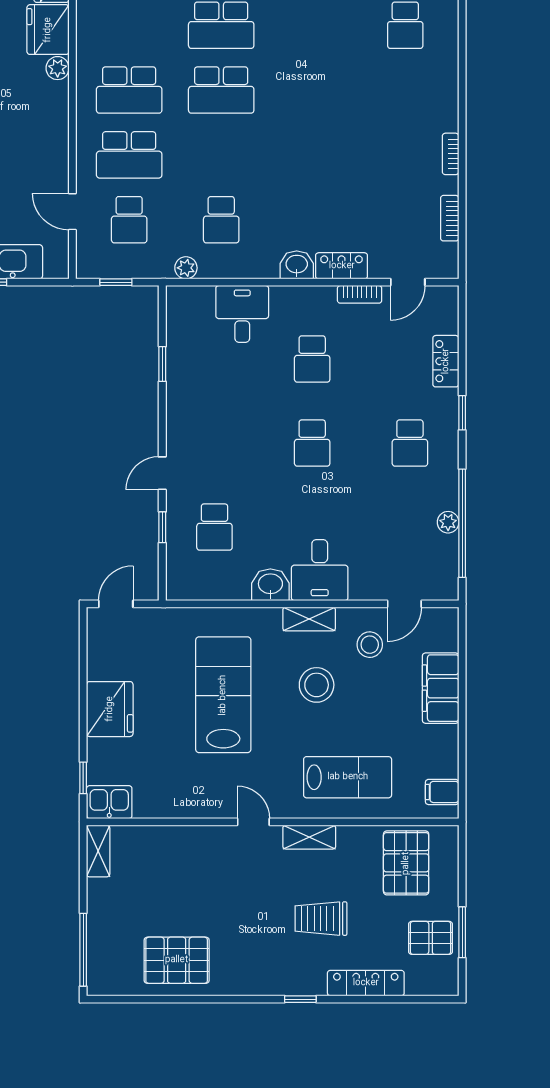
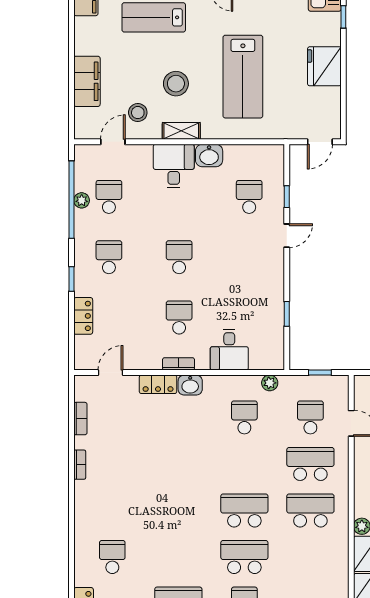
bookcase: (360, 294) -> (178, 364), moved
school desk: (410, 527) -> (109, 197), added

